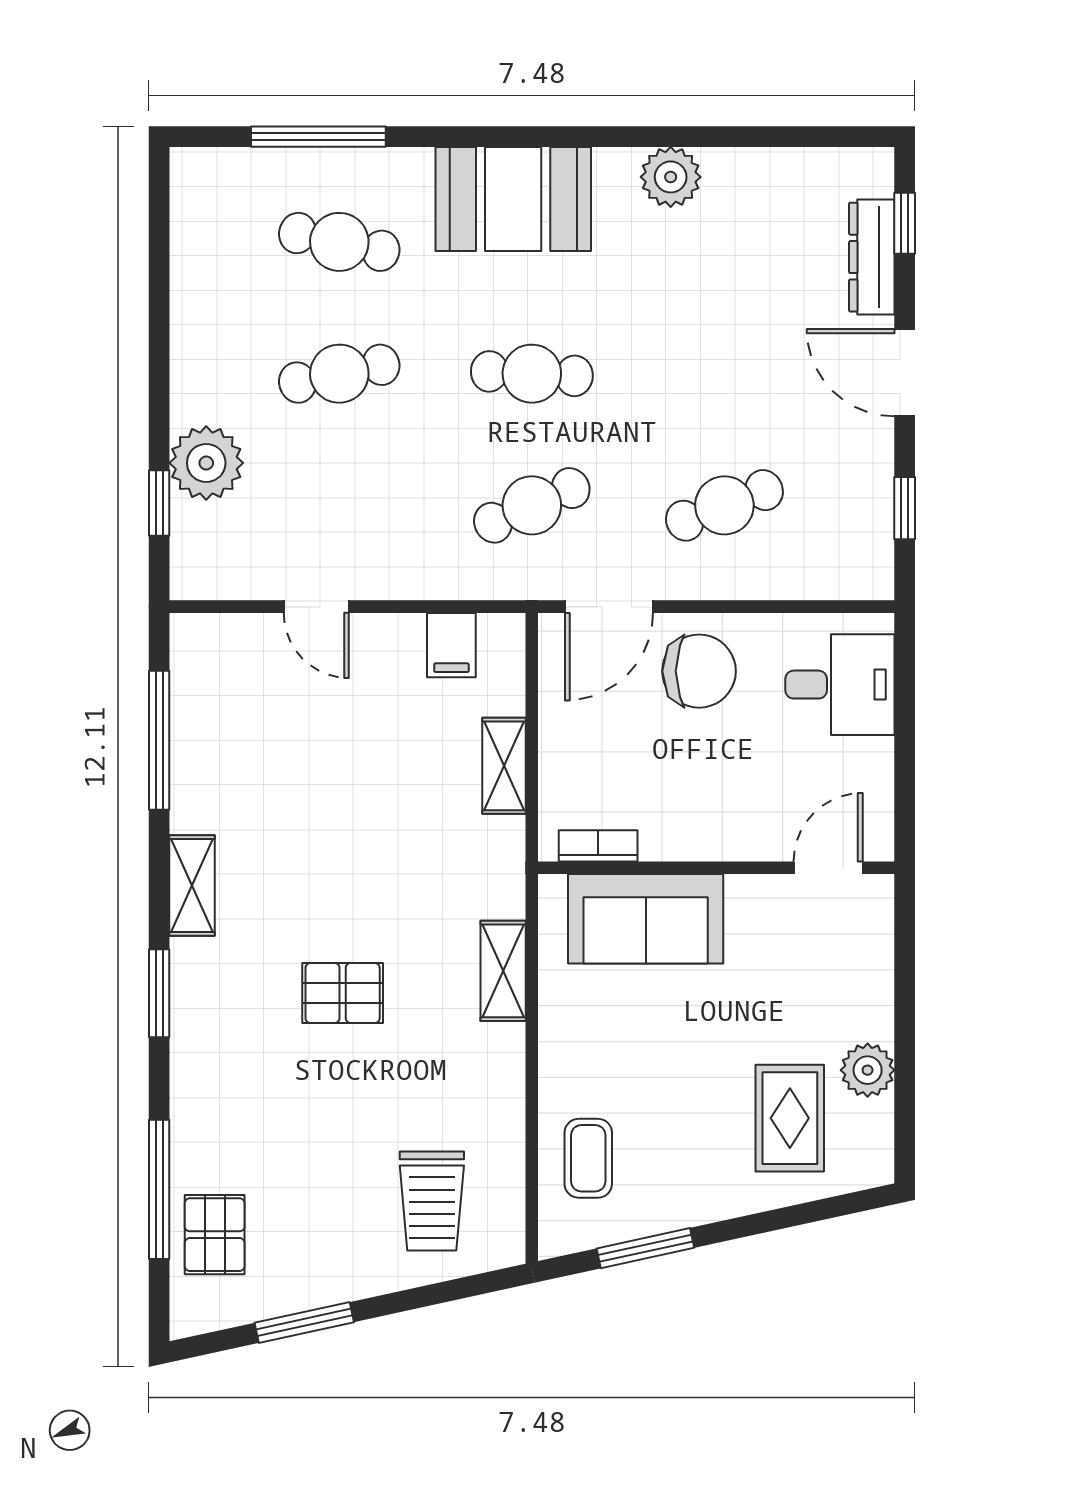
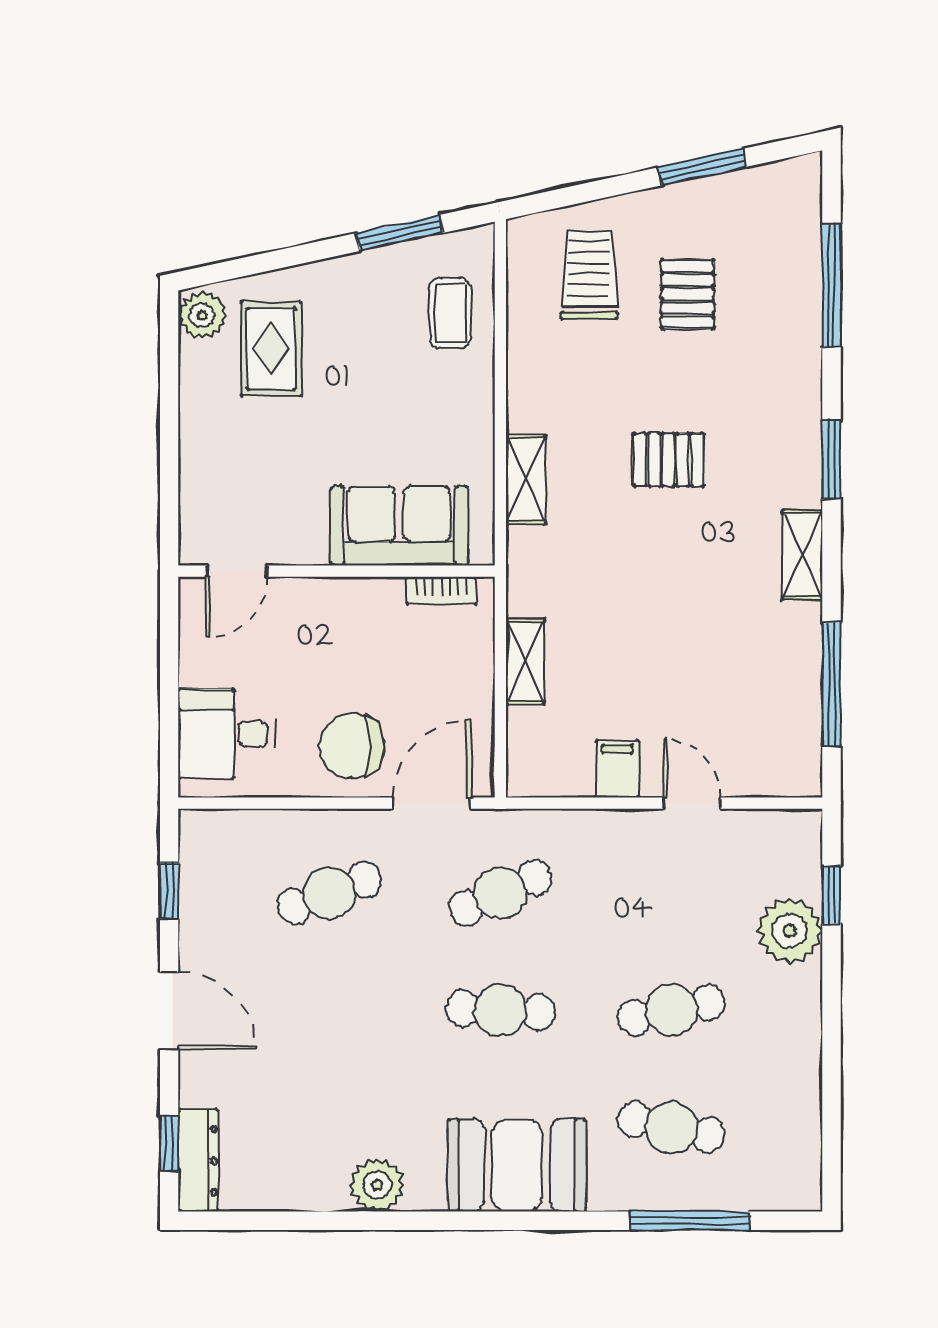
dresser: (872, 257) -> (198, 1160), moved
filing cabinet: (451, 645) -> (618, 769), moved
plant: (868, 1070) -> (202, 315), moved
pallet: (215, 1235) -> (688, 294), moved

